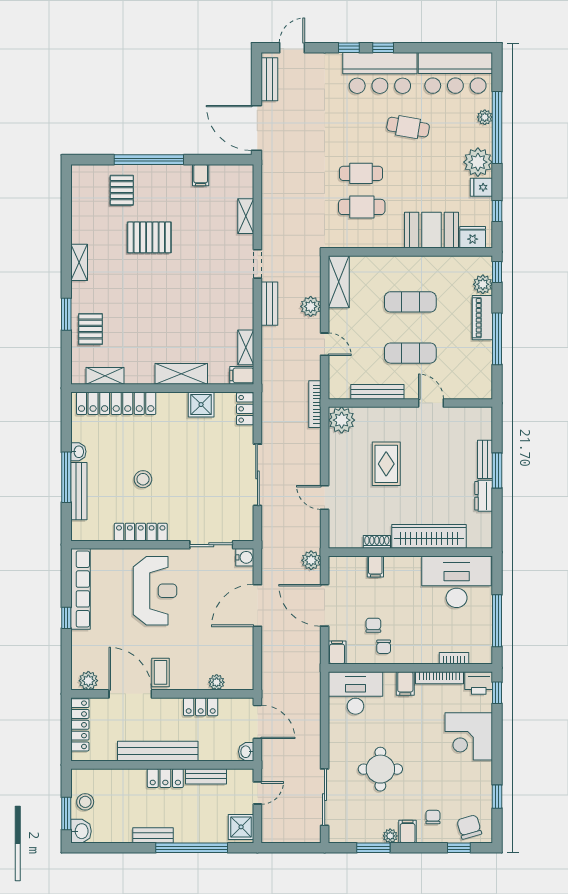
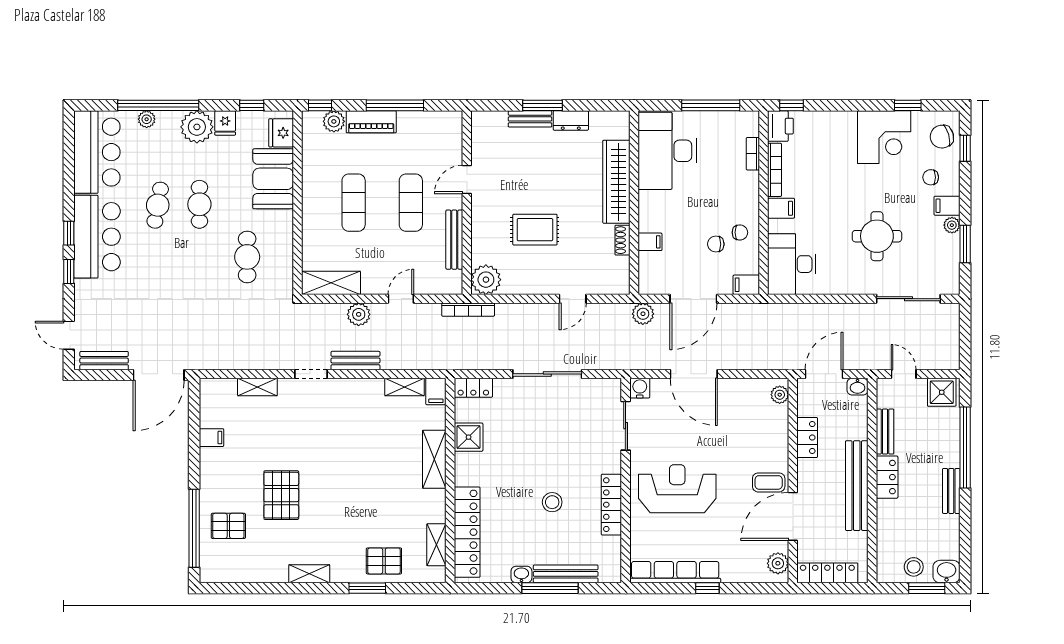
window: (149, 160) -> (194, 528), moved
cafe table: (361, 173) -> (199, 204), moved
plant: (217, 682) -> (780, 395), moved
corner desk: (469, 736) -> (884, 137), moved

